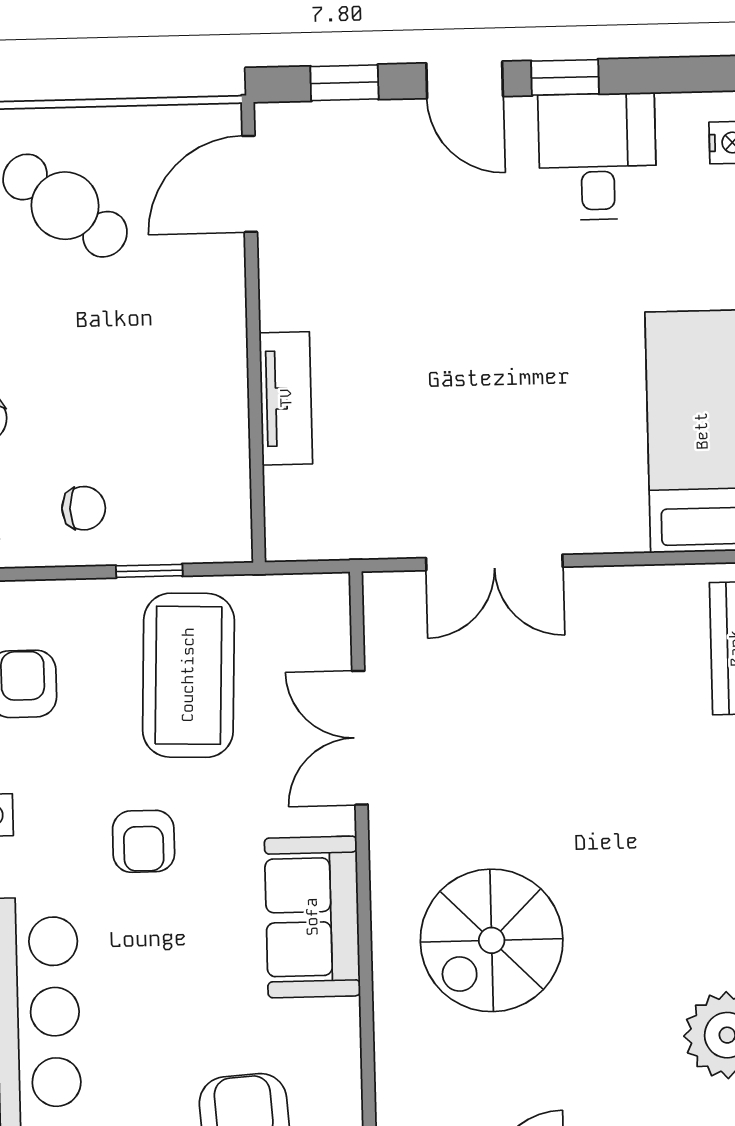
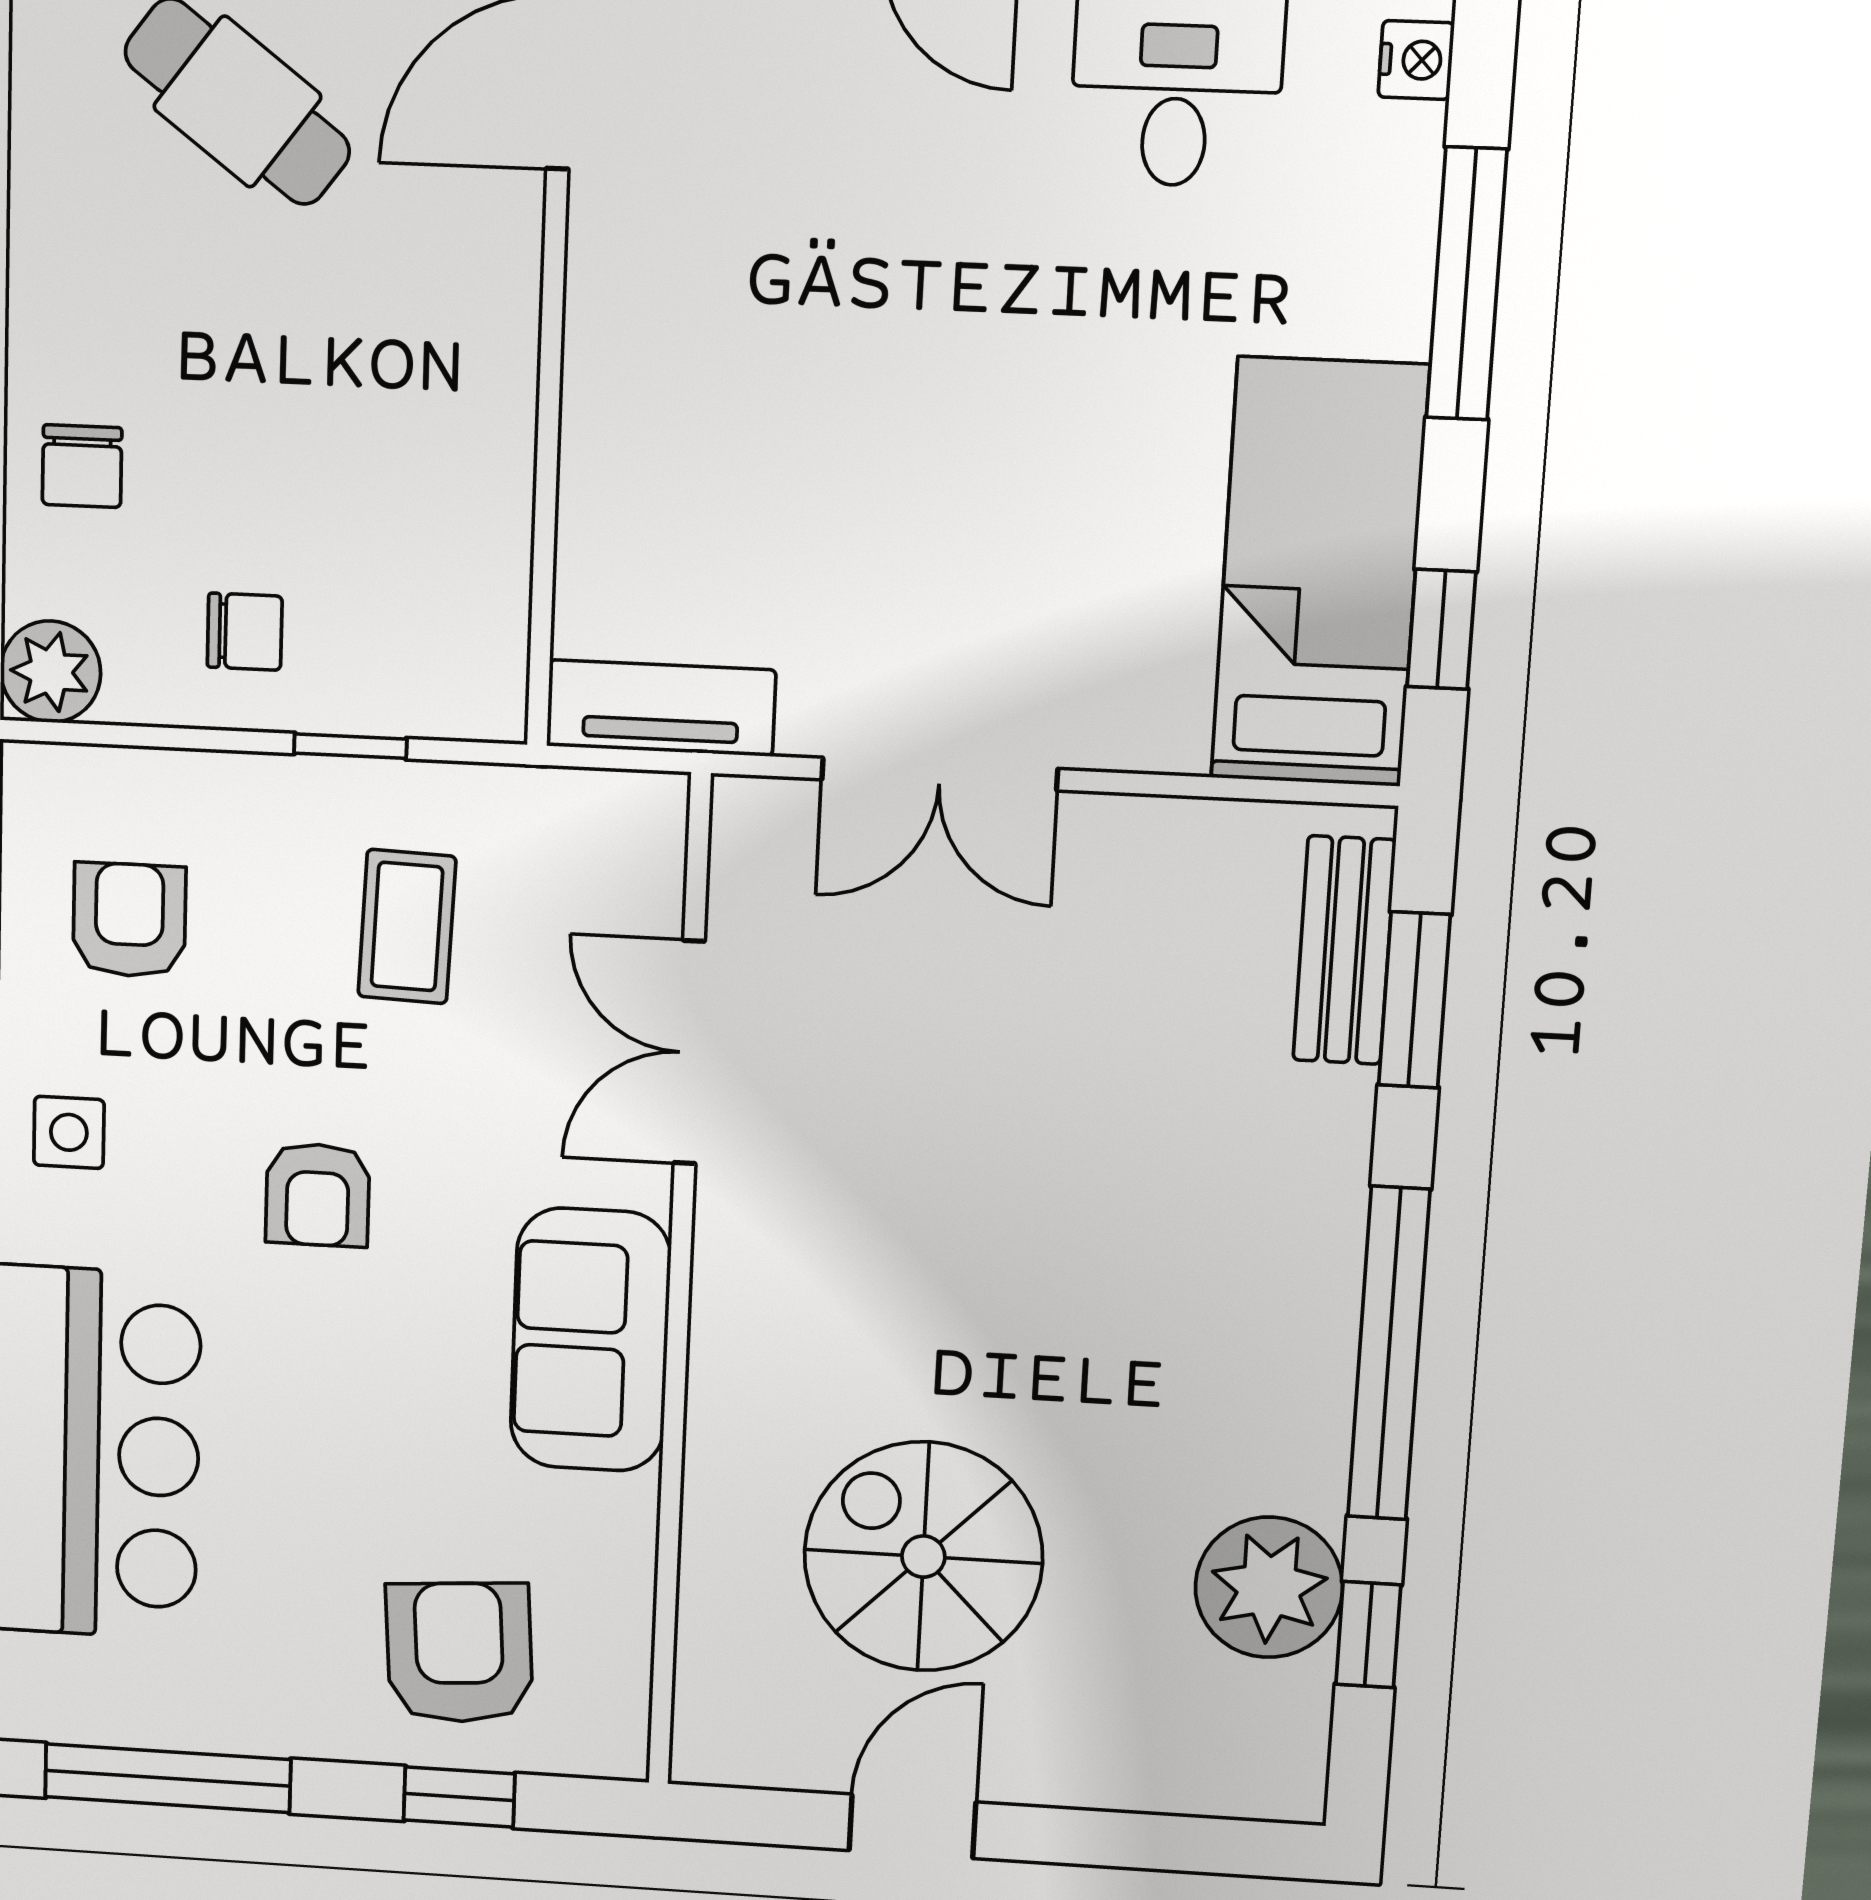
tv unit: (286, 398) -> (661, 708), moved, turned -90
coffee table: (188, 675) -> (407, 927), width x0.54, depth x0.58
spiral stairs: (492, 940) -> (923, 1557), moved, turned 90

